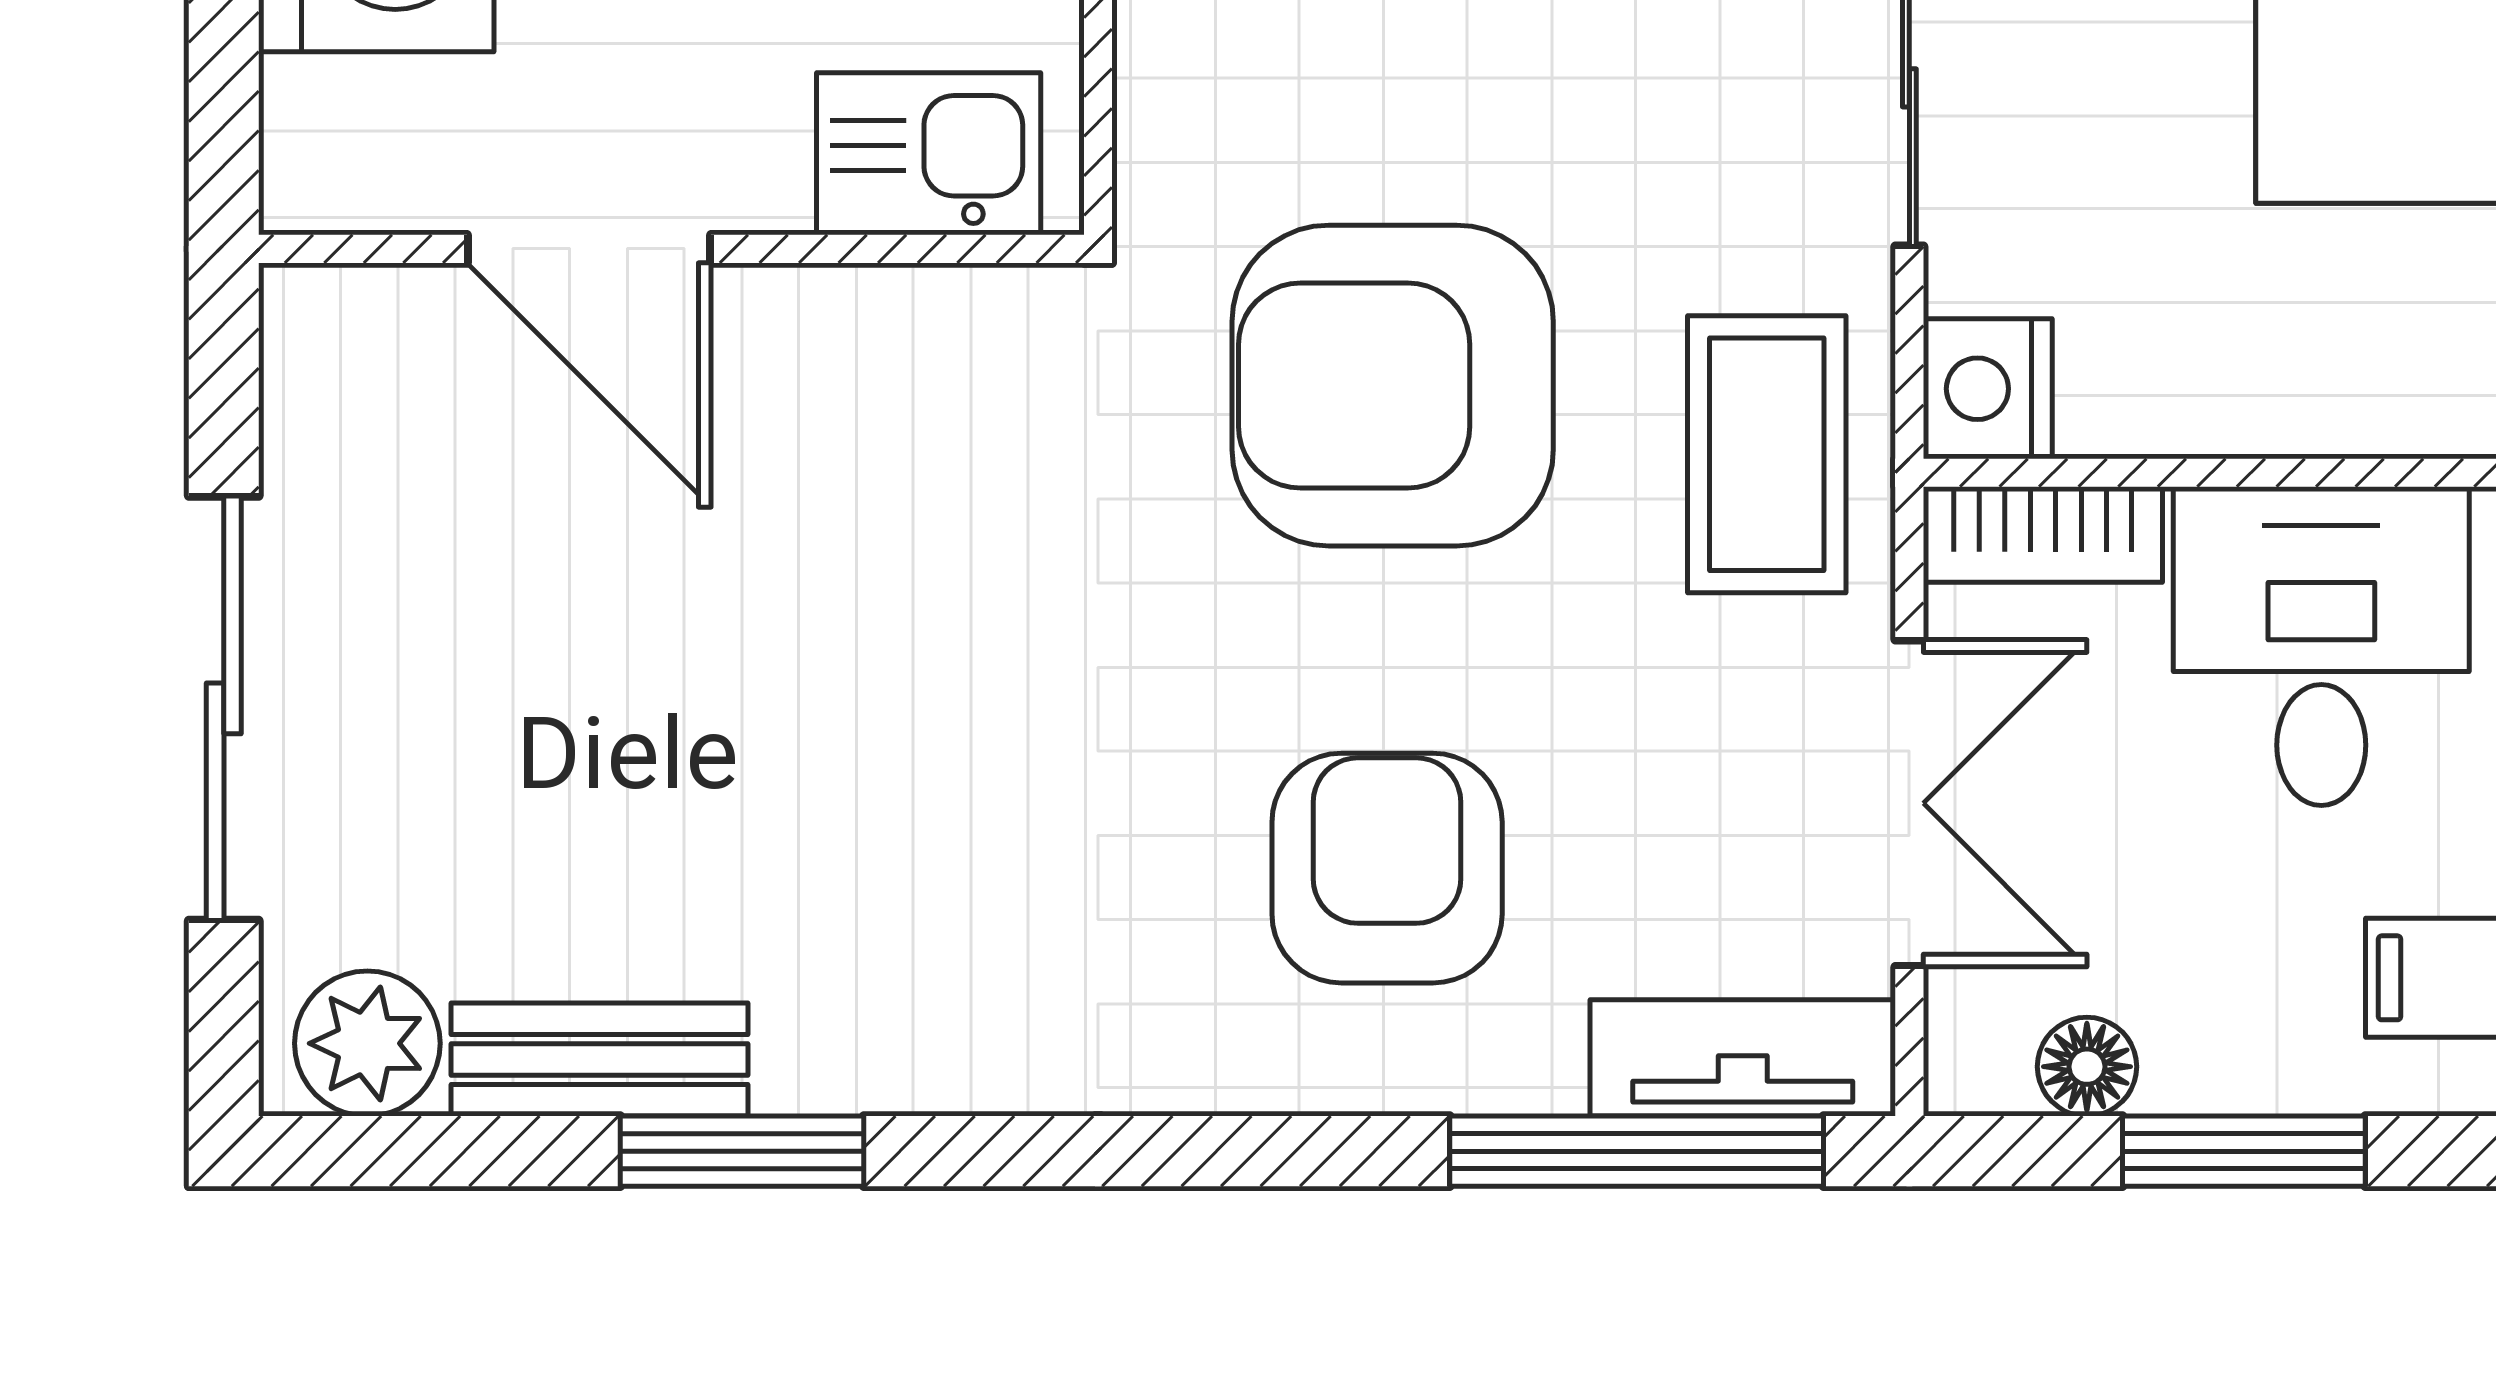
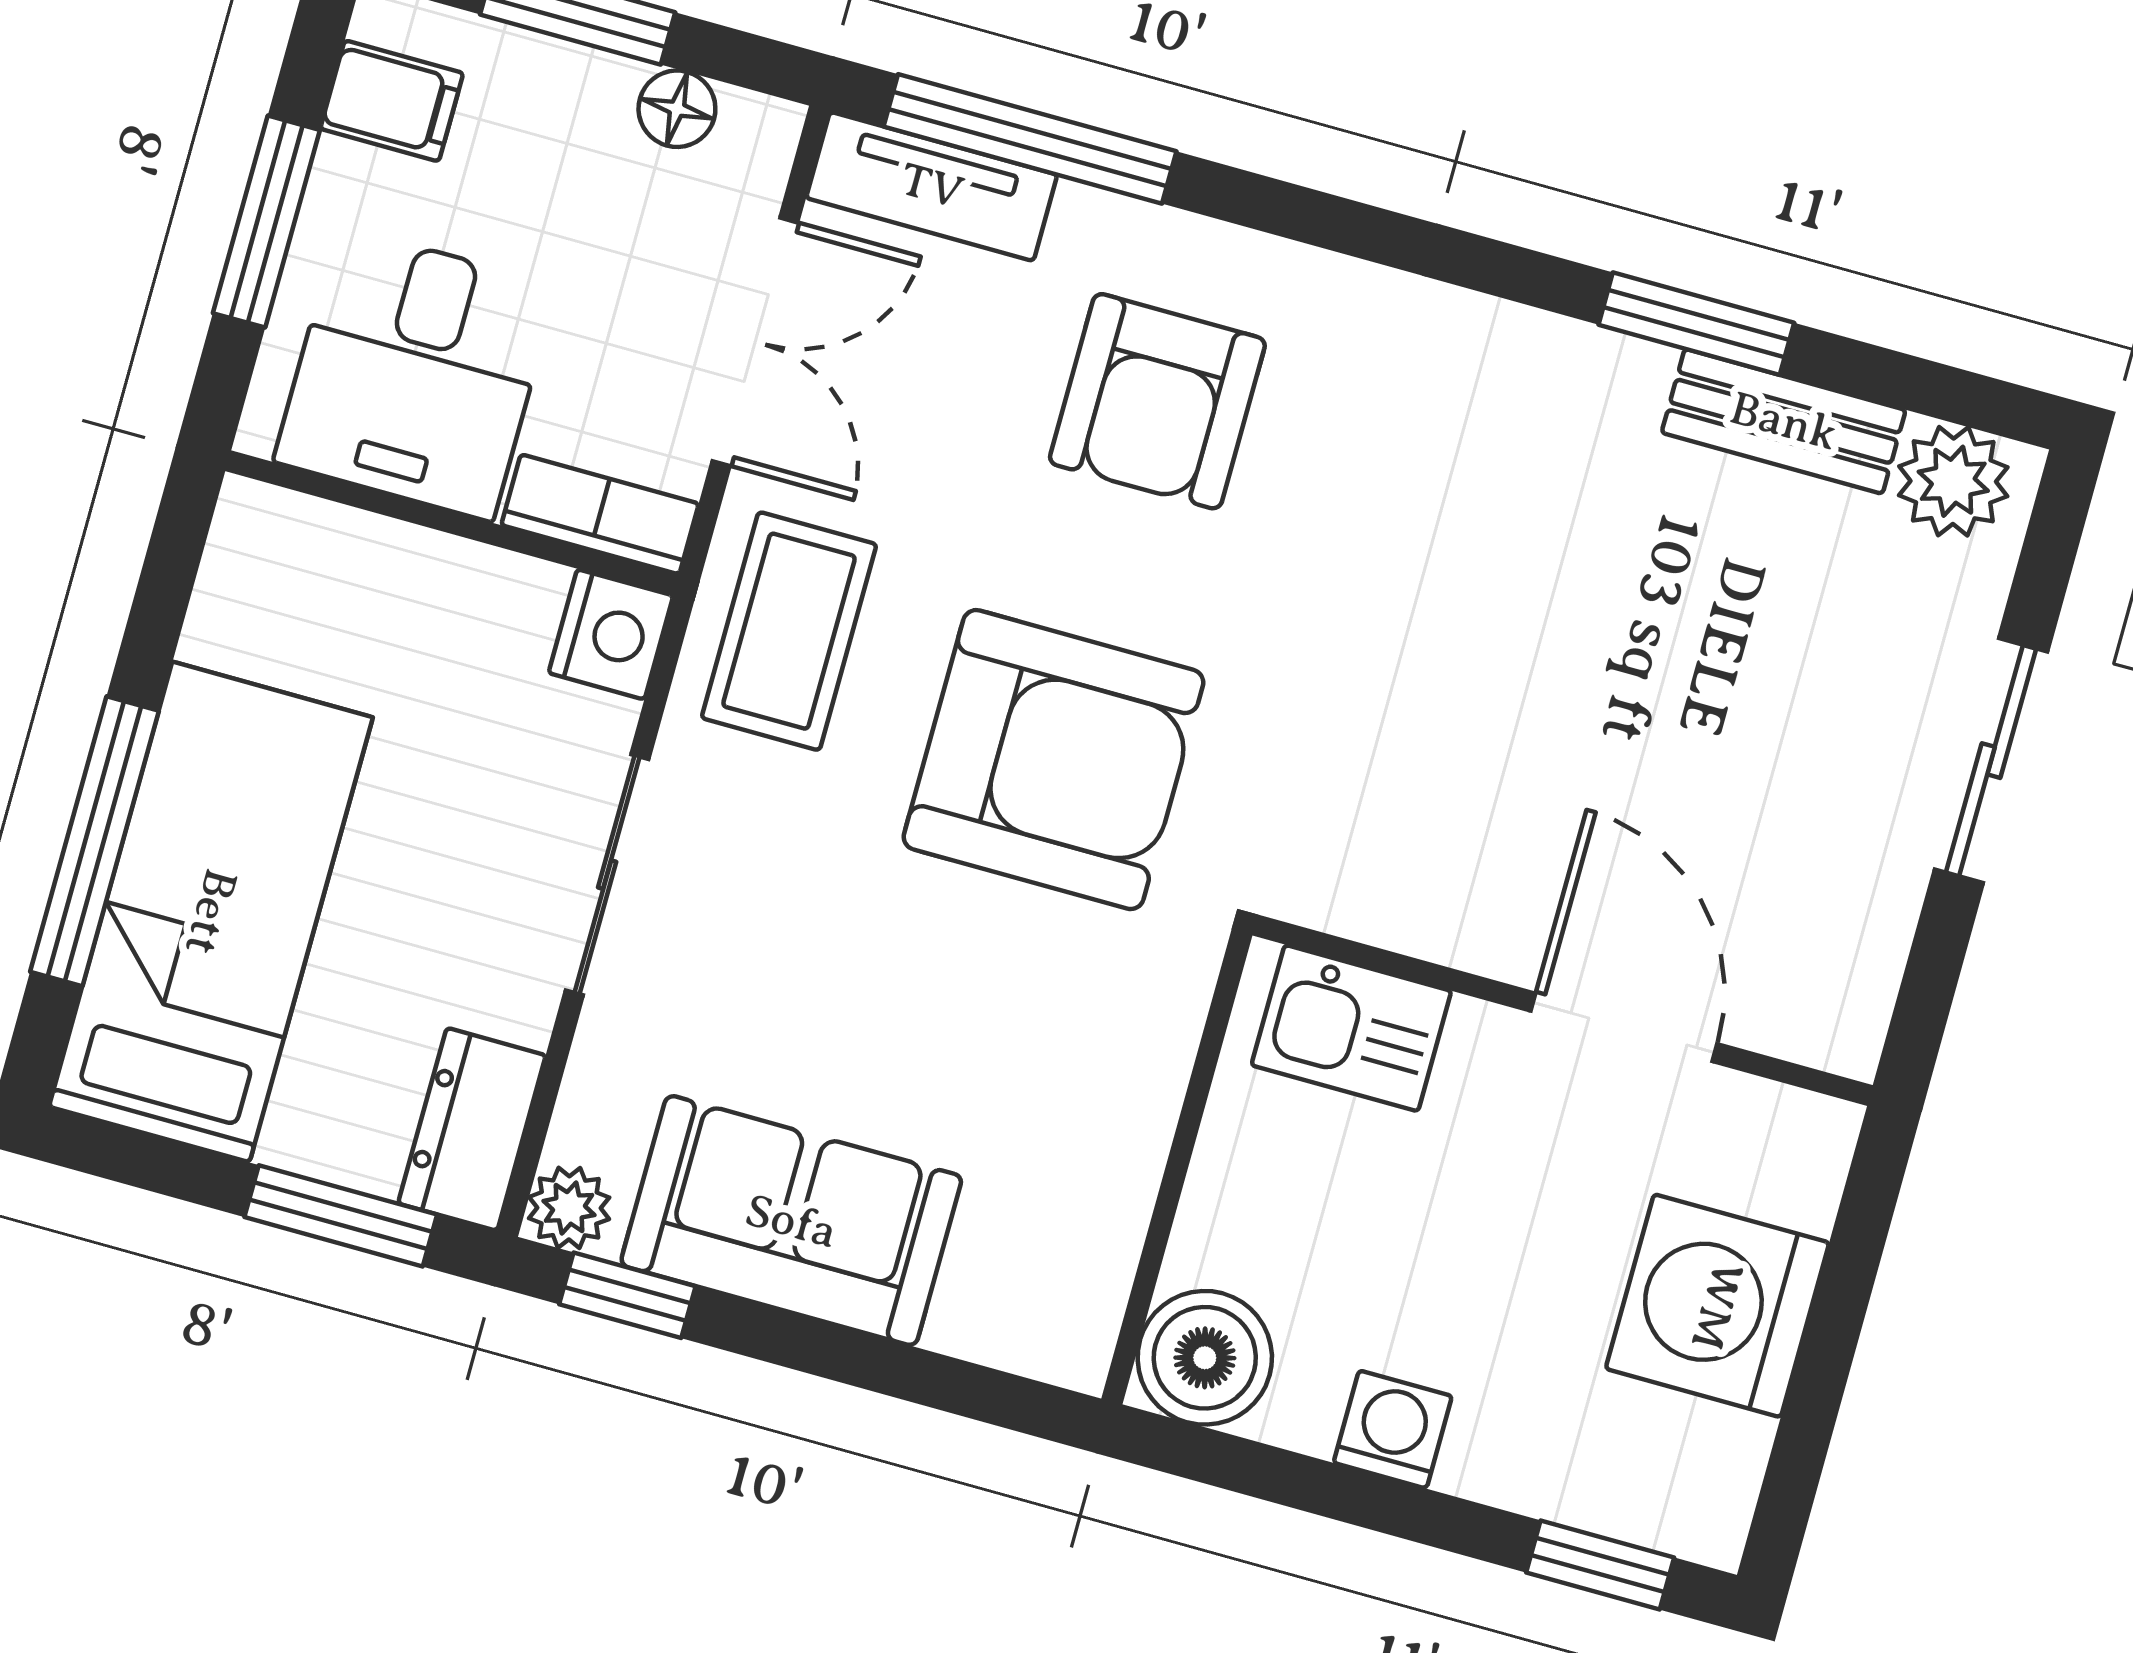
sliding door: (224, 708) -> (1991, 761), width x0.73
double door: (1909, 803) -> (755, 342), swing flipped

